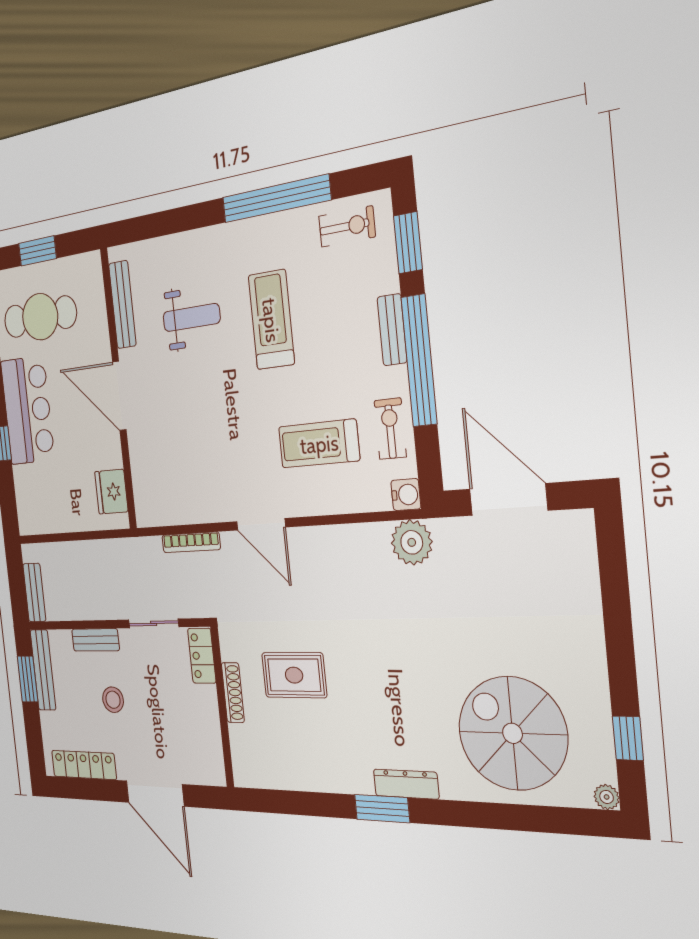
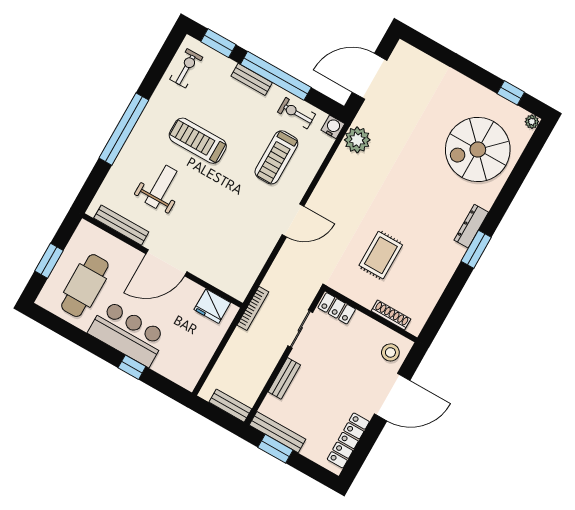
window: (276, 199) -> (124, 129), moved
bookcase: (191, 542) -> (253, 308), moved
shoe rack: (233, 693) -> (391, 315), moved
stool: (113, 700) -> (390, 352), moved

